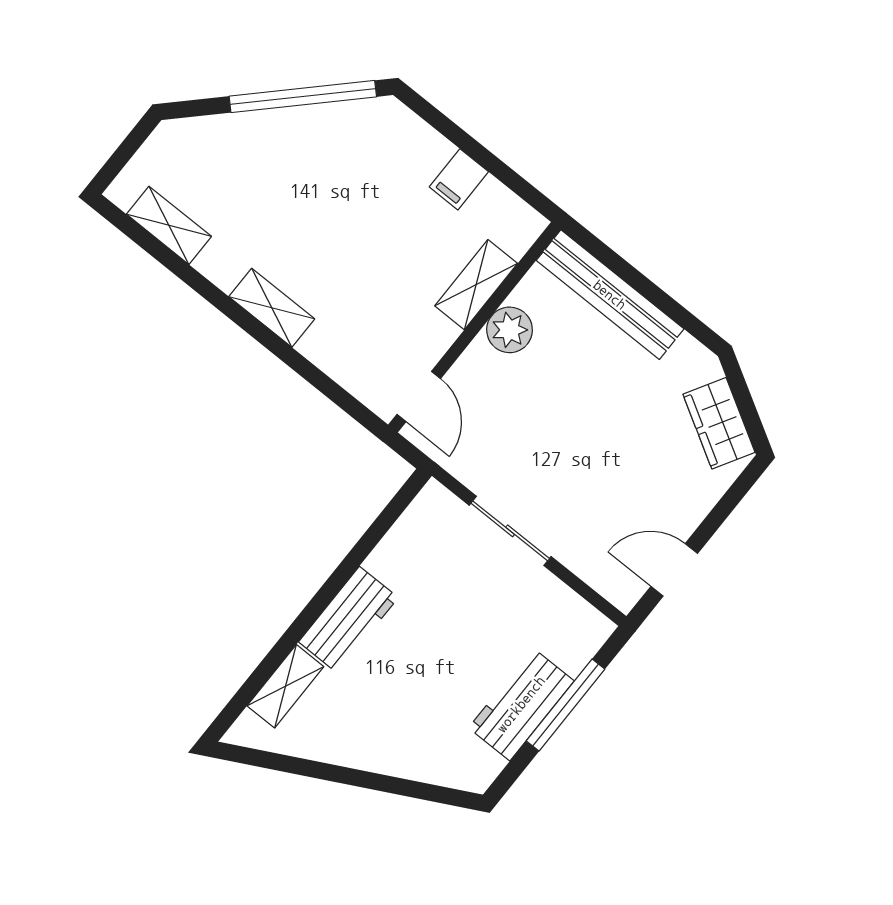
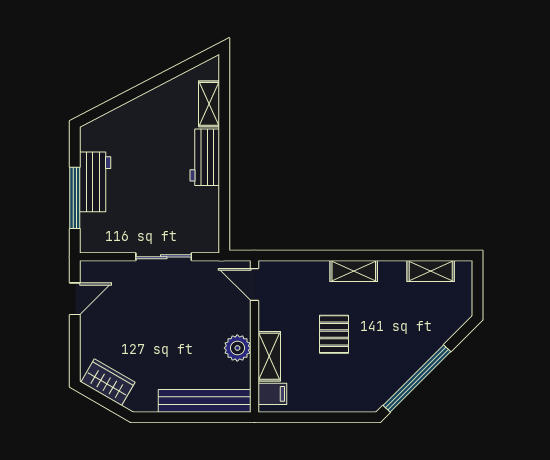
filing cabinet: (459, 179) -> (272, 394), moved, turned 90
pallet: (366, 245) -> (334, 334), added

